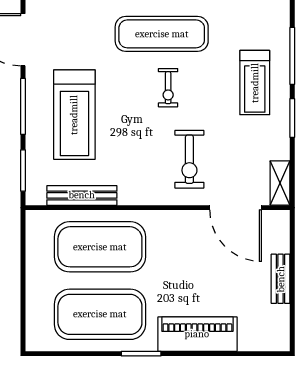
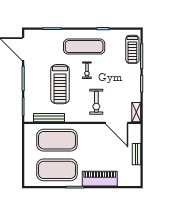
treadmill: (255, 83) -> (132, 49), moved
treadmill: (74, 115) -> (60, 84), moved

